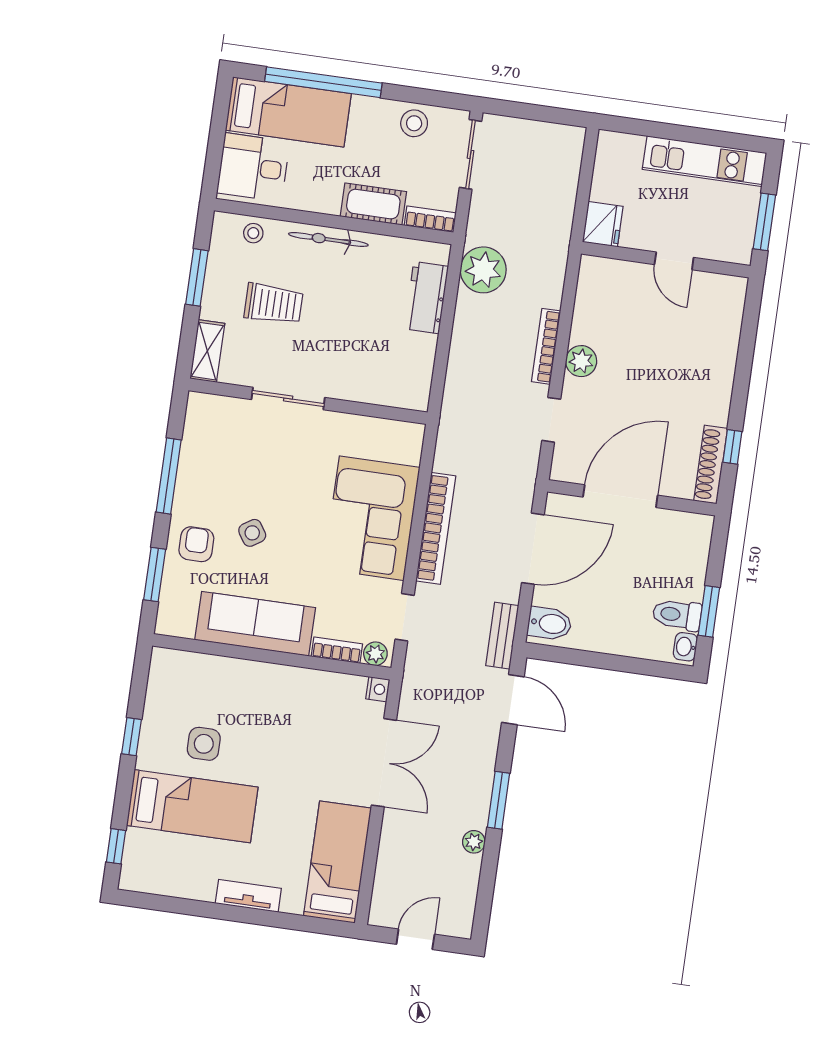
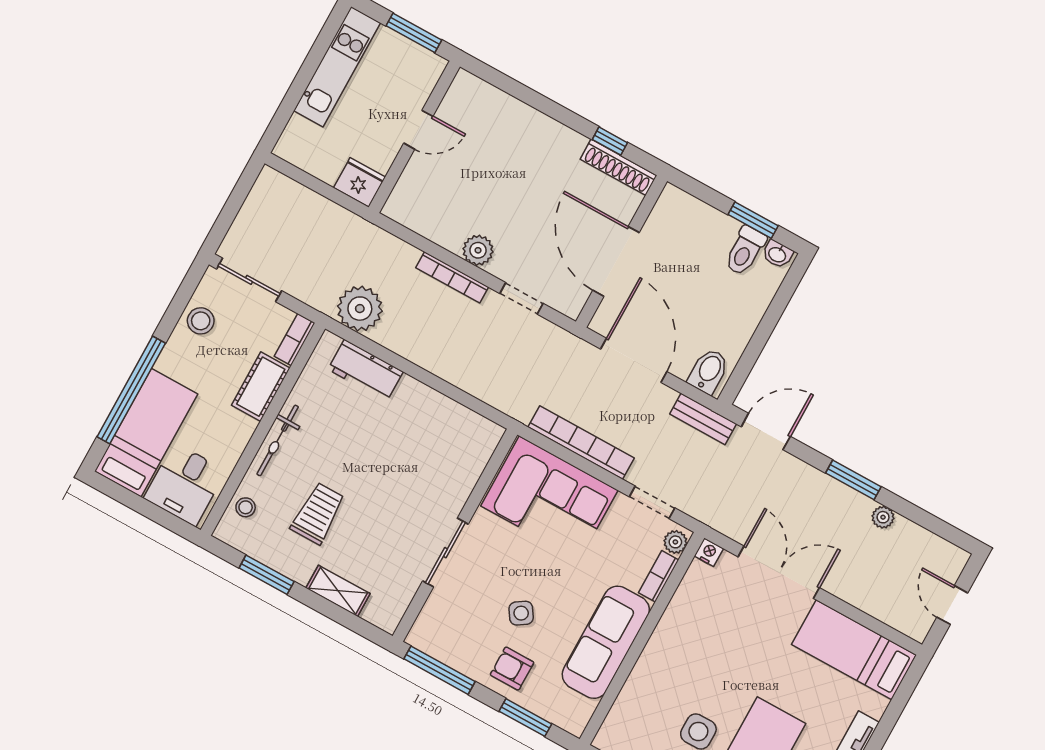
sliding door: (288, 399) -> (445, 553), moved
wall: (308, 401) -> (455, 535), moved

